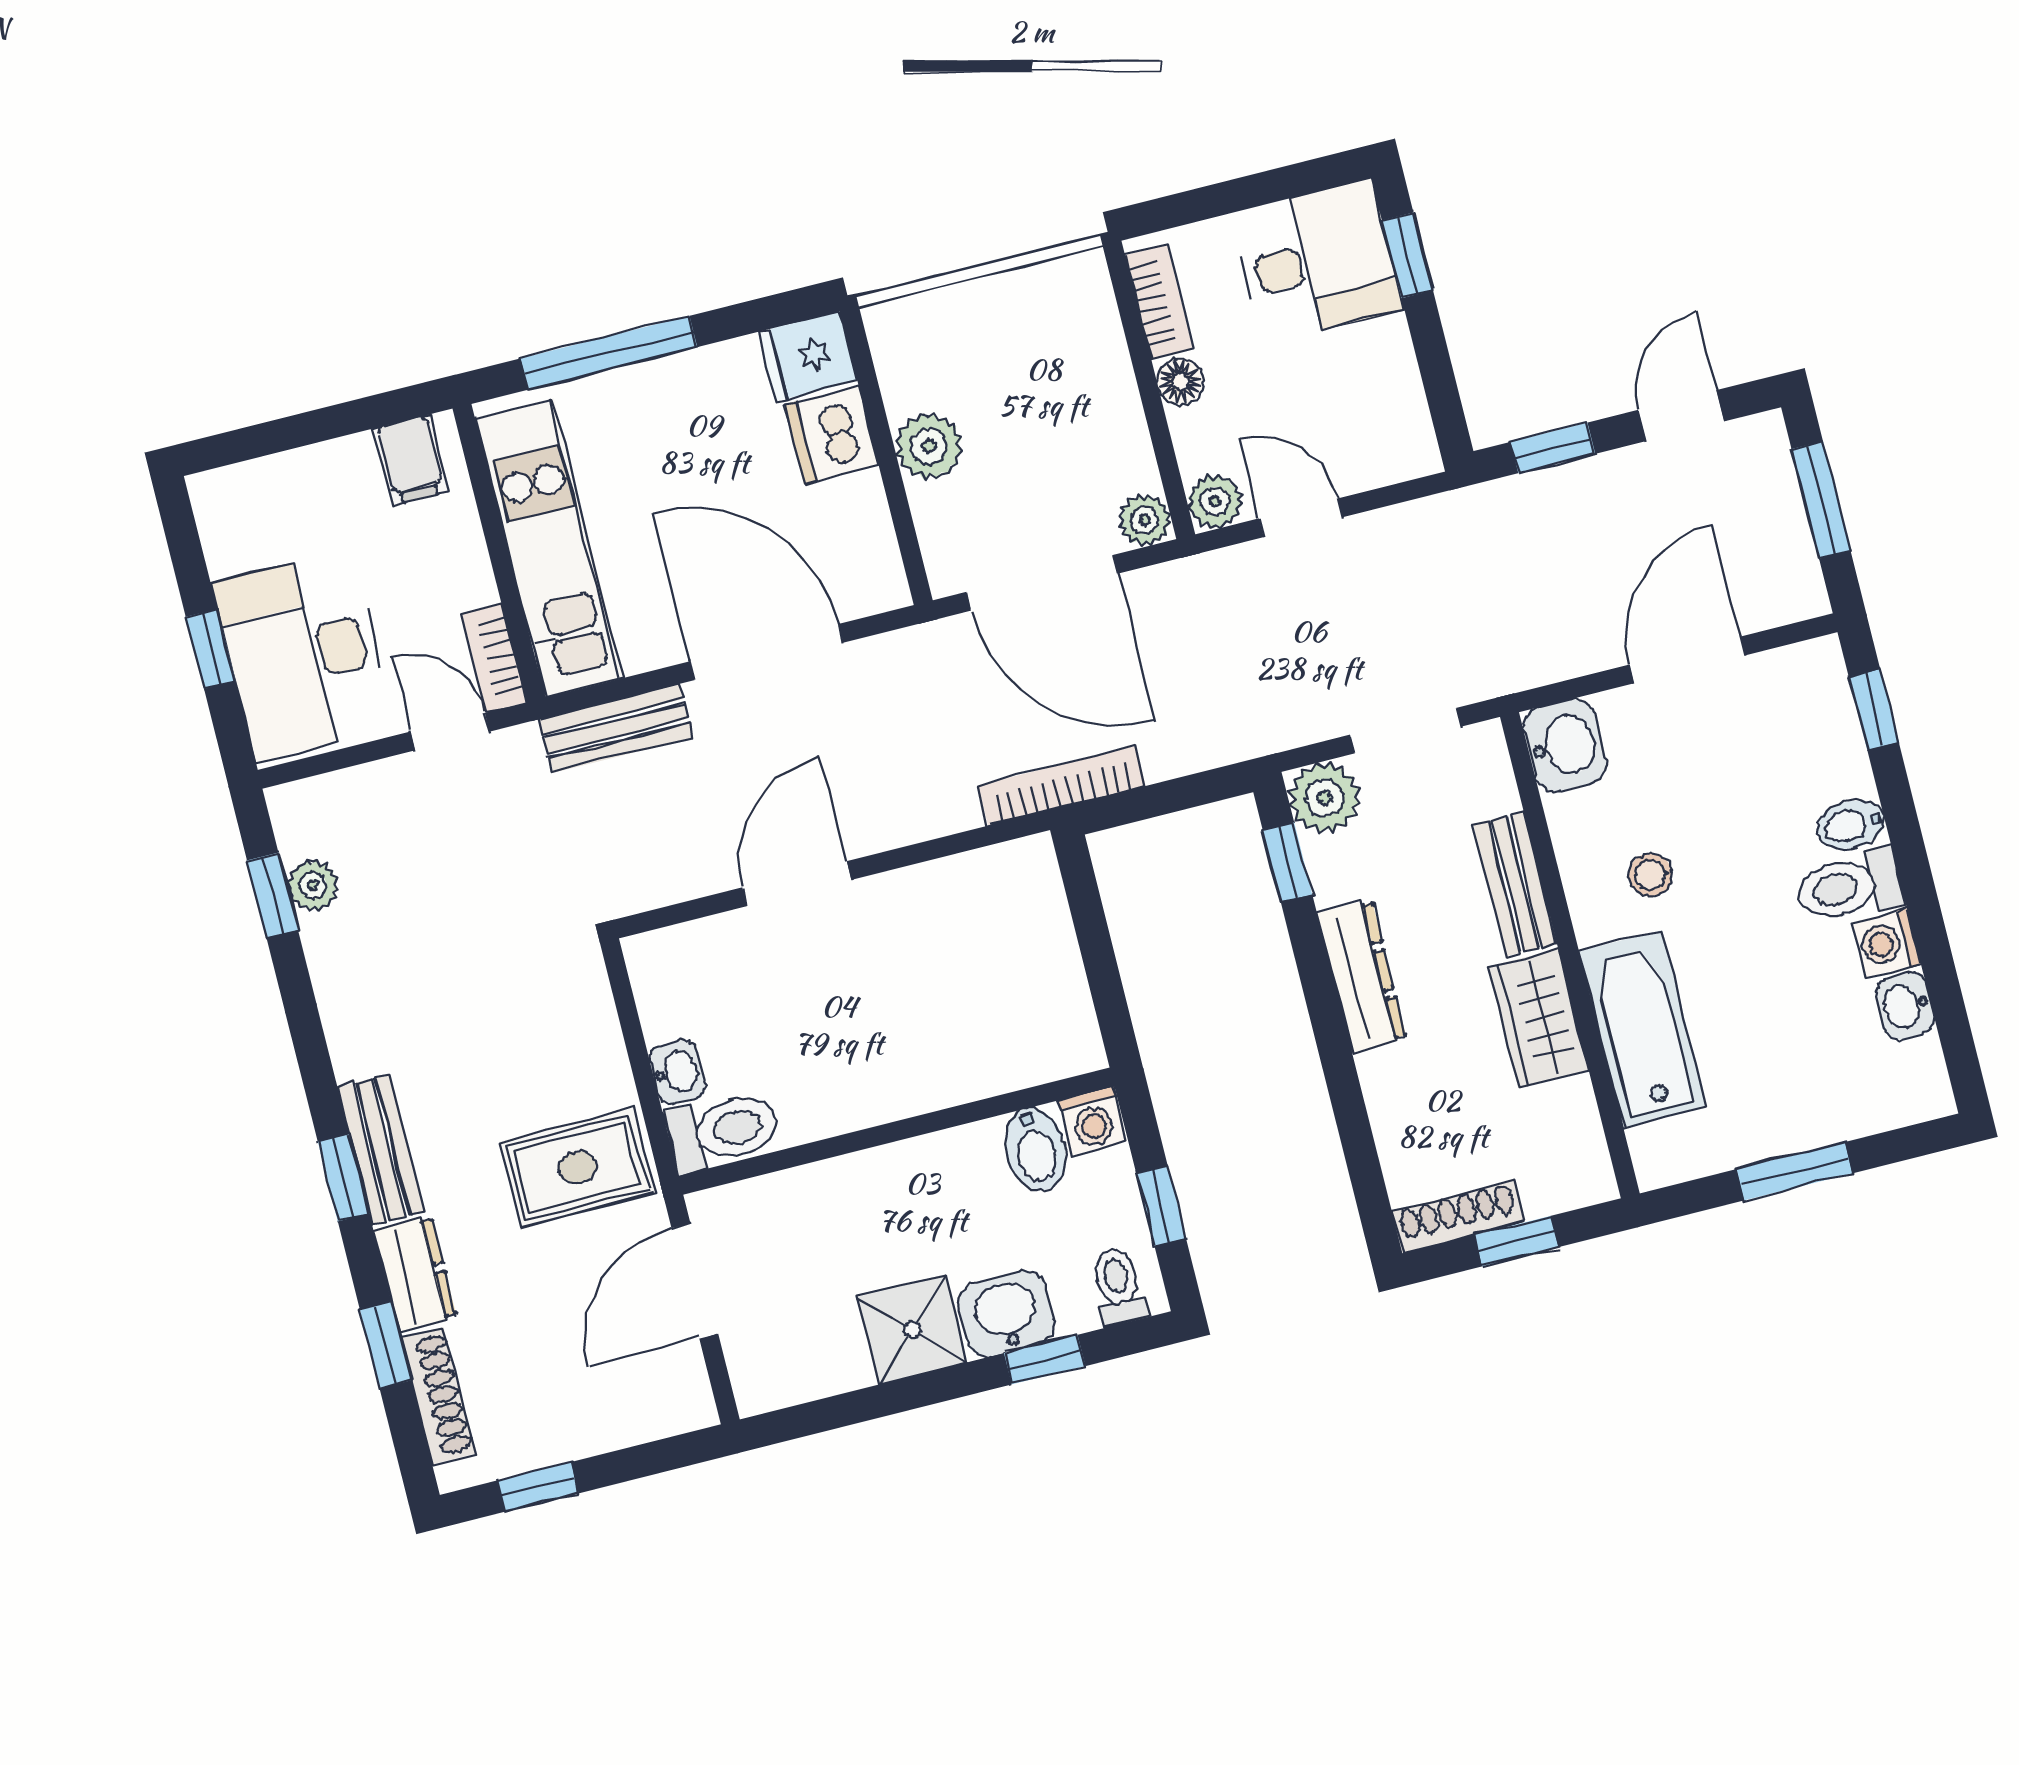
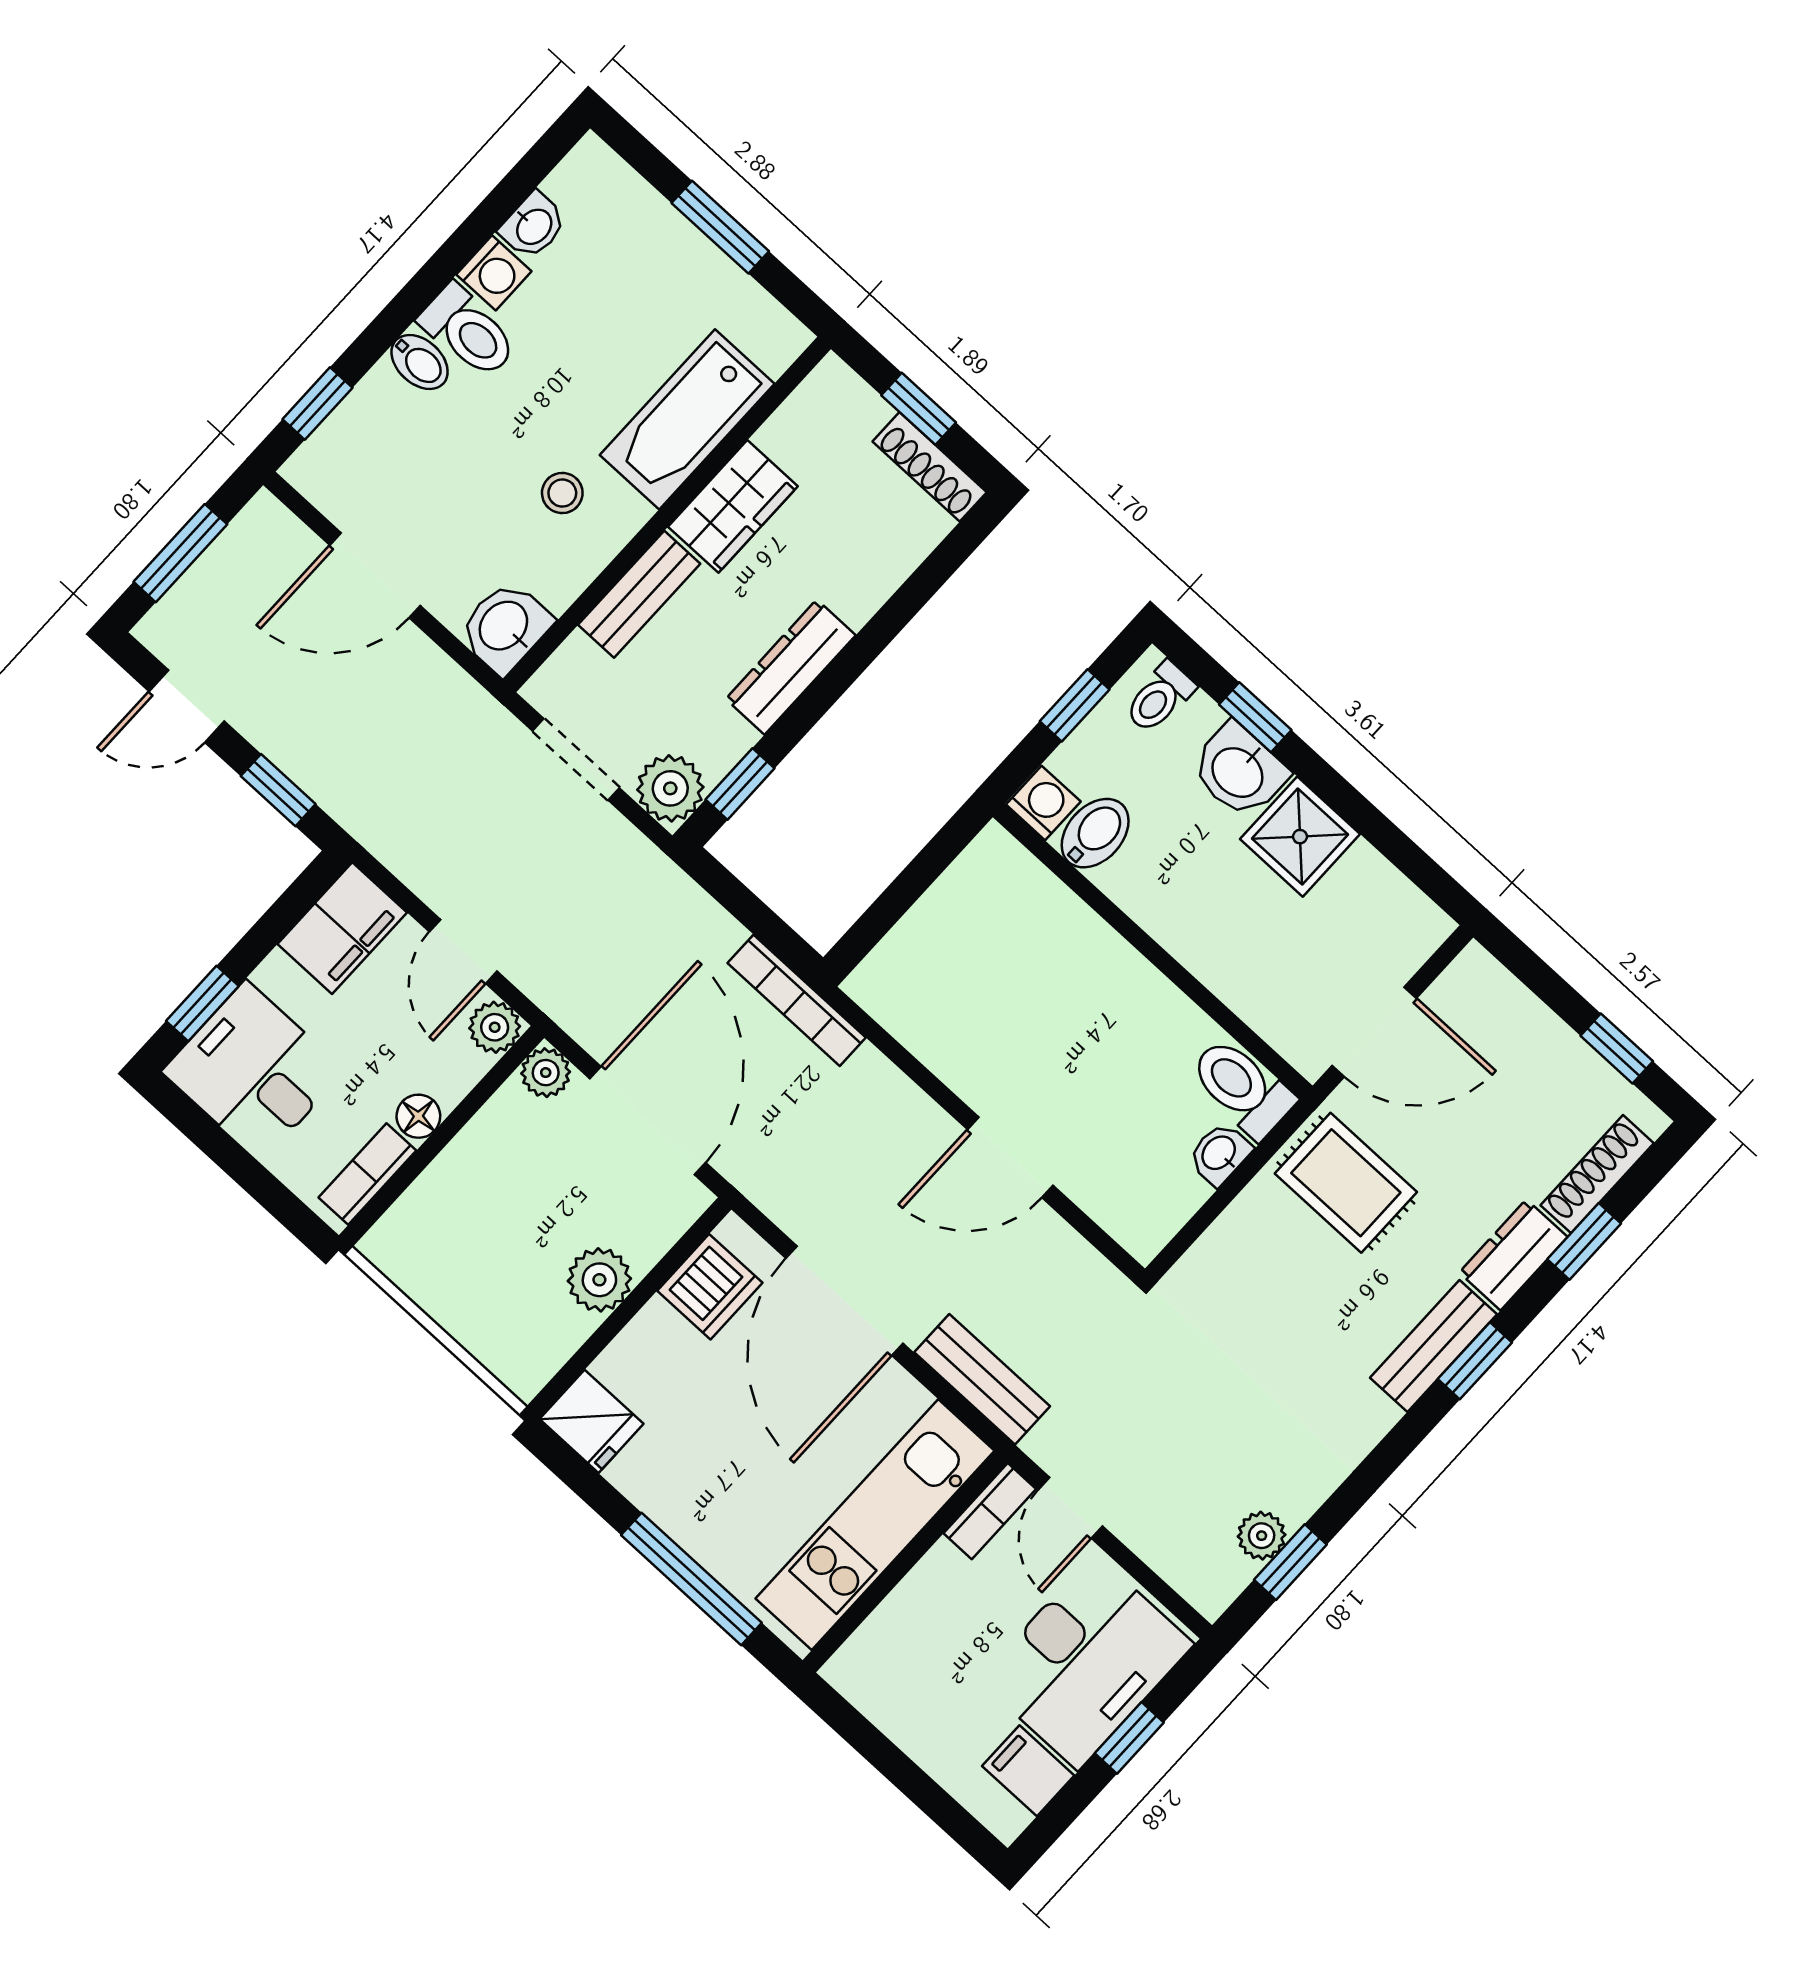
filing cabinet: (1392, 424) -> (342, 928), added
dishwasher: (831, 435) -> (710, 1287), moved
filing cabinet: (411, 460) -> (1028, 1771), moved, turned -90

